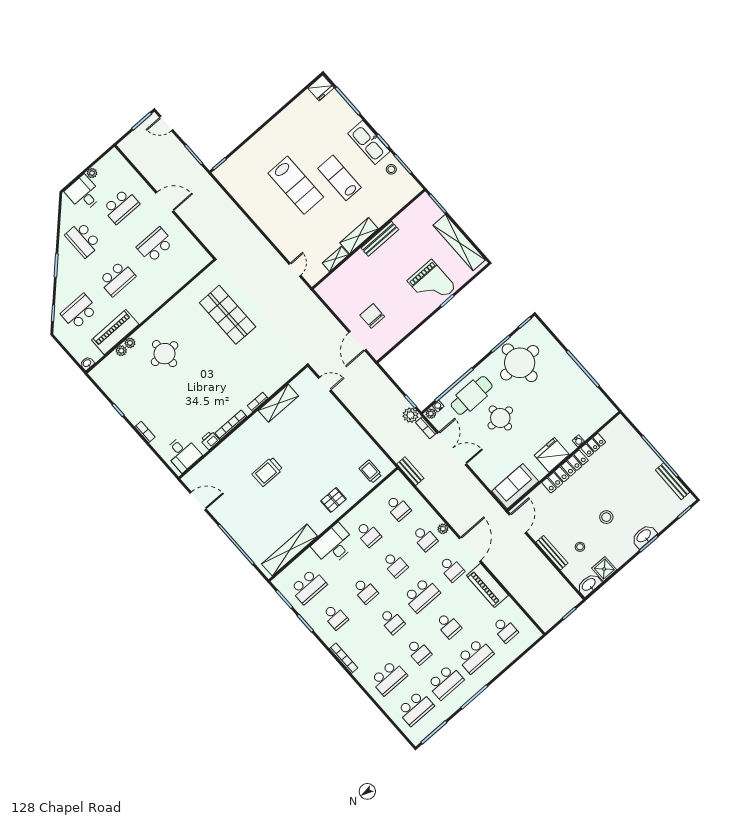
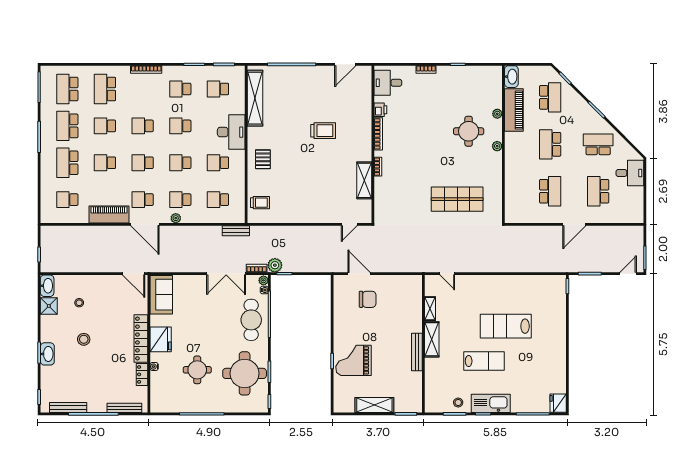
plant: (92, 173) -> (639, 191), removed
shelving: (459, 243) -> (374, 405), width x0.68
plant: (121, 351) -> (497, 146), moved
washbasin: (87, 363) -> (511, 77), width x1.91, depth x1.45
round table: (500, 418) -> (197, 370), moved
trolley: (267, 472) -> (323, 131), turned 90
bench: (552, 553) -> (124, 408), moved
school desk: (308, 586) -> (218, 89), width x0.54
school desk: (422, 595) -> (143, 163), width x0.54

